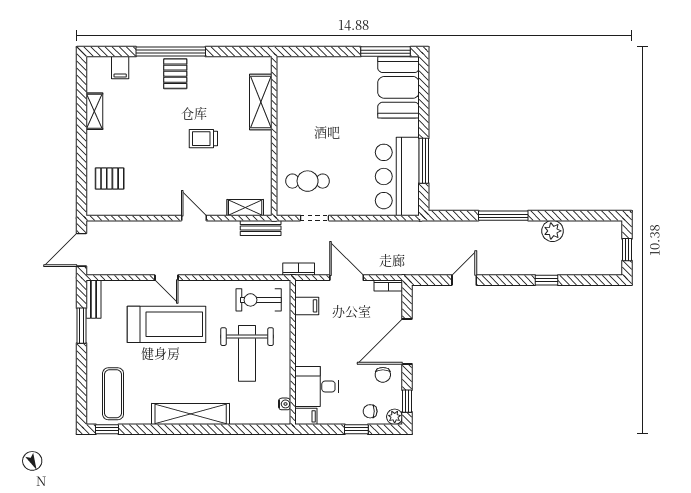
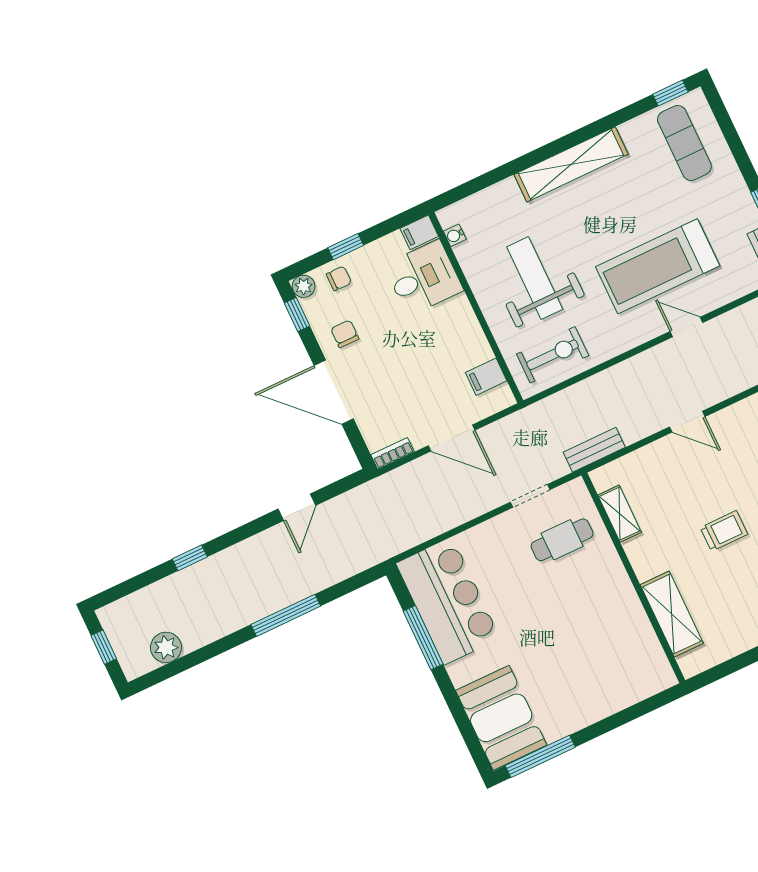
shelving: (245, 208) -> (620, 514), moved, turned 90
plant: (553, 231) -> (166, 647), moved
bookcase: (299, 269) -> (519, 419), removed
door: (407, 341) -> (334, 392), swing flipped

